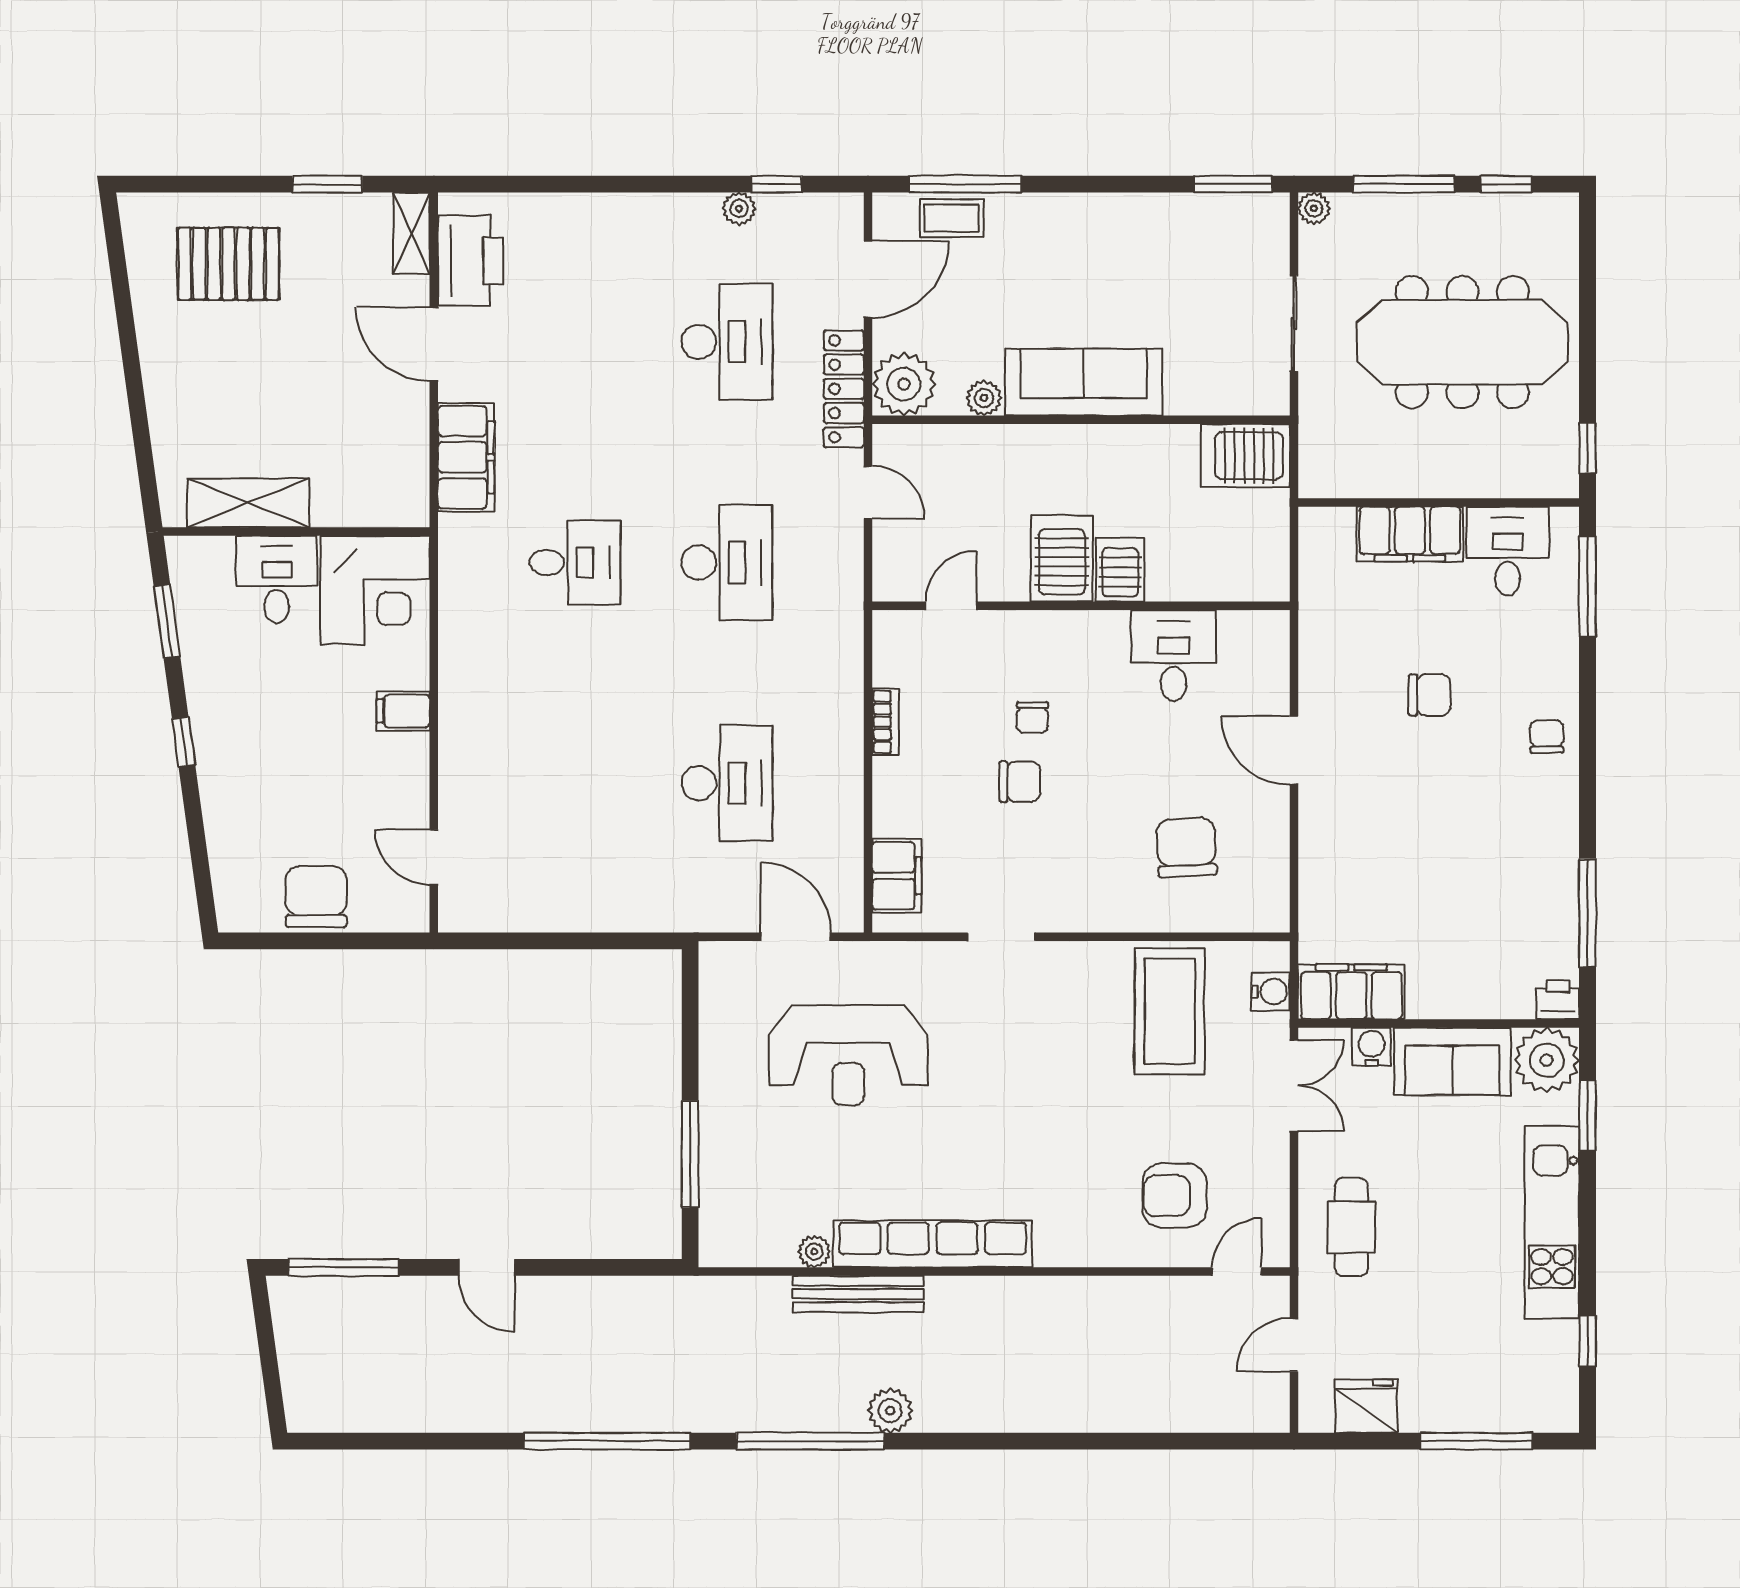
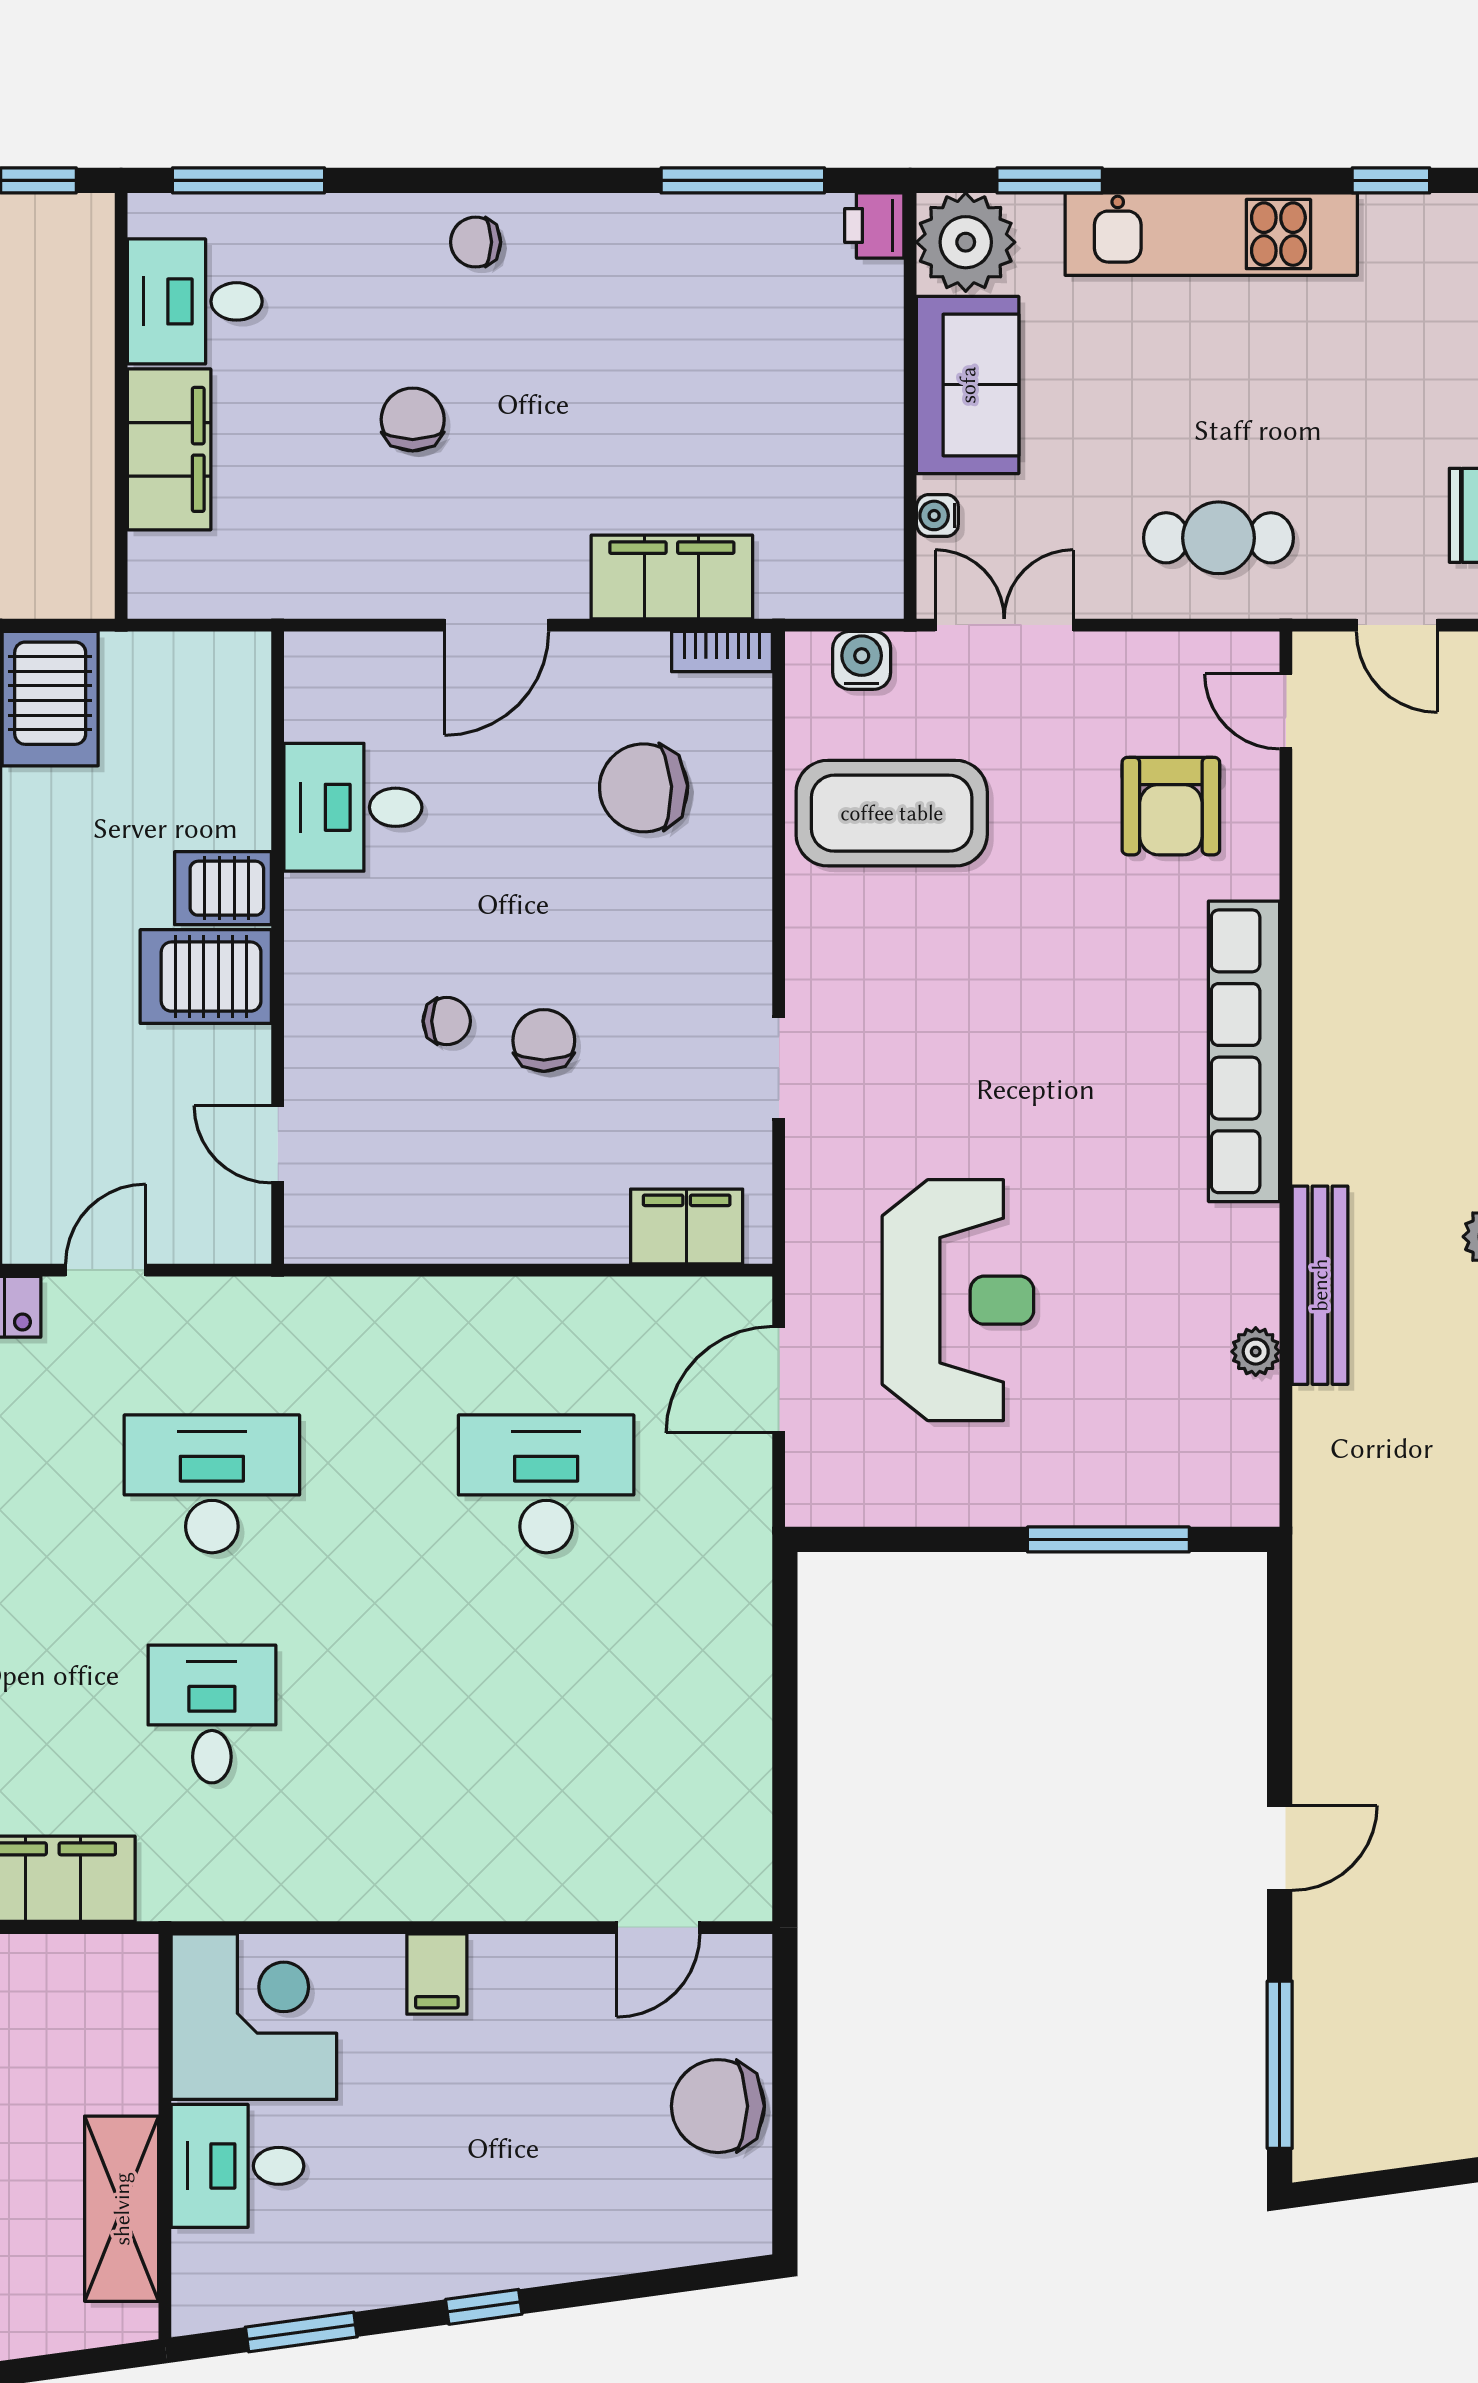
bookcase: (885, 722) -> (722, 651), moved, turned 180
filing cabinet: (1351, 992) -> (672, 577), moved, turned 90
water cooler: (1372, 1047) -> (937, 515), width x0.72, depth x0.72
row of seats: (933, 1244) -> (1244, 1051), moved

